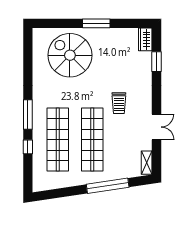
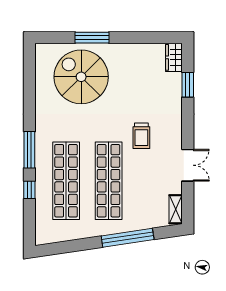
window: (96, 23) -> (92, 38), moved

